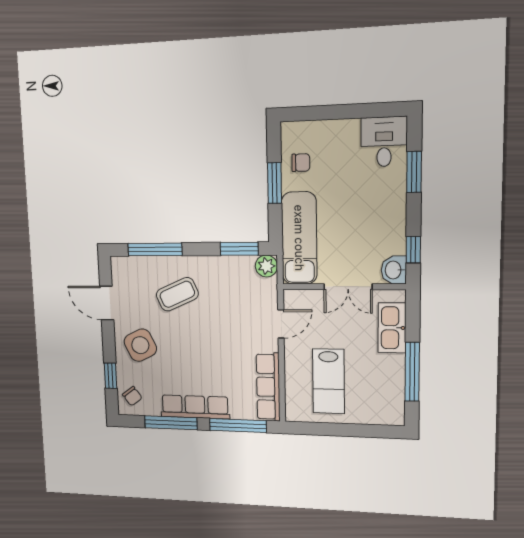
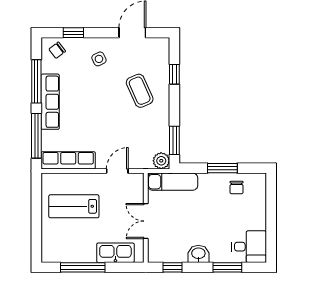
exam couch: (299, 238) -> (173, 182), width x0.73, depth x0.69
window: (155, 250) -> (174, 74), width x0.46
washbasin: (394, 270) -> (198, 254), moved
door: (281, 324) -> (117, 171), swing flipped
side table: (140, 345) -> (99, 59), width x0.54, depth x0.54

